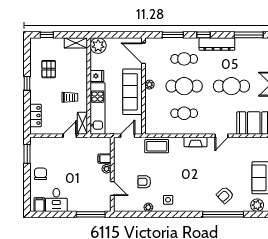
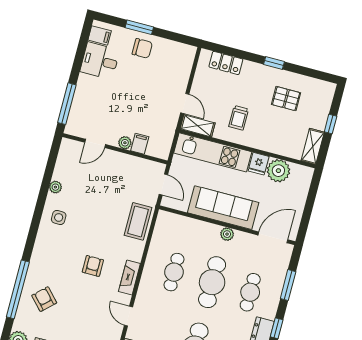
window: (47, 35) -> (331, 124), moved
plant: (98, 46) -> (278, 171), moved
window: (27, 154) -> (139, 27), moved
armchair: (144, 182) -> (93, 266), moved

